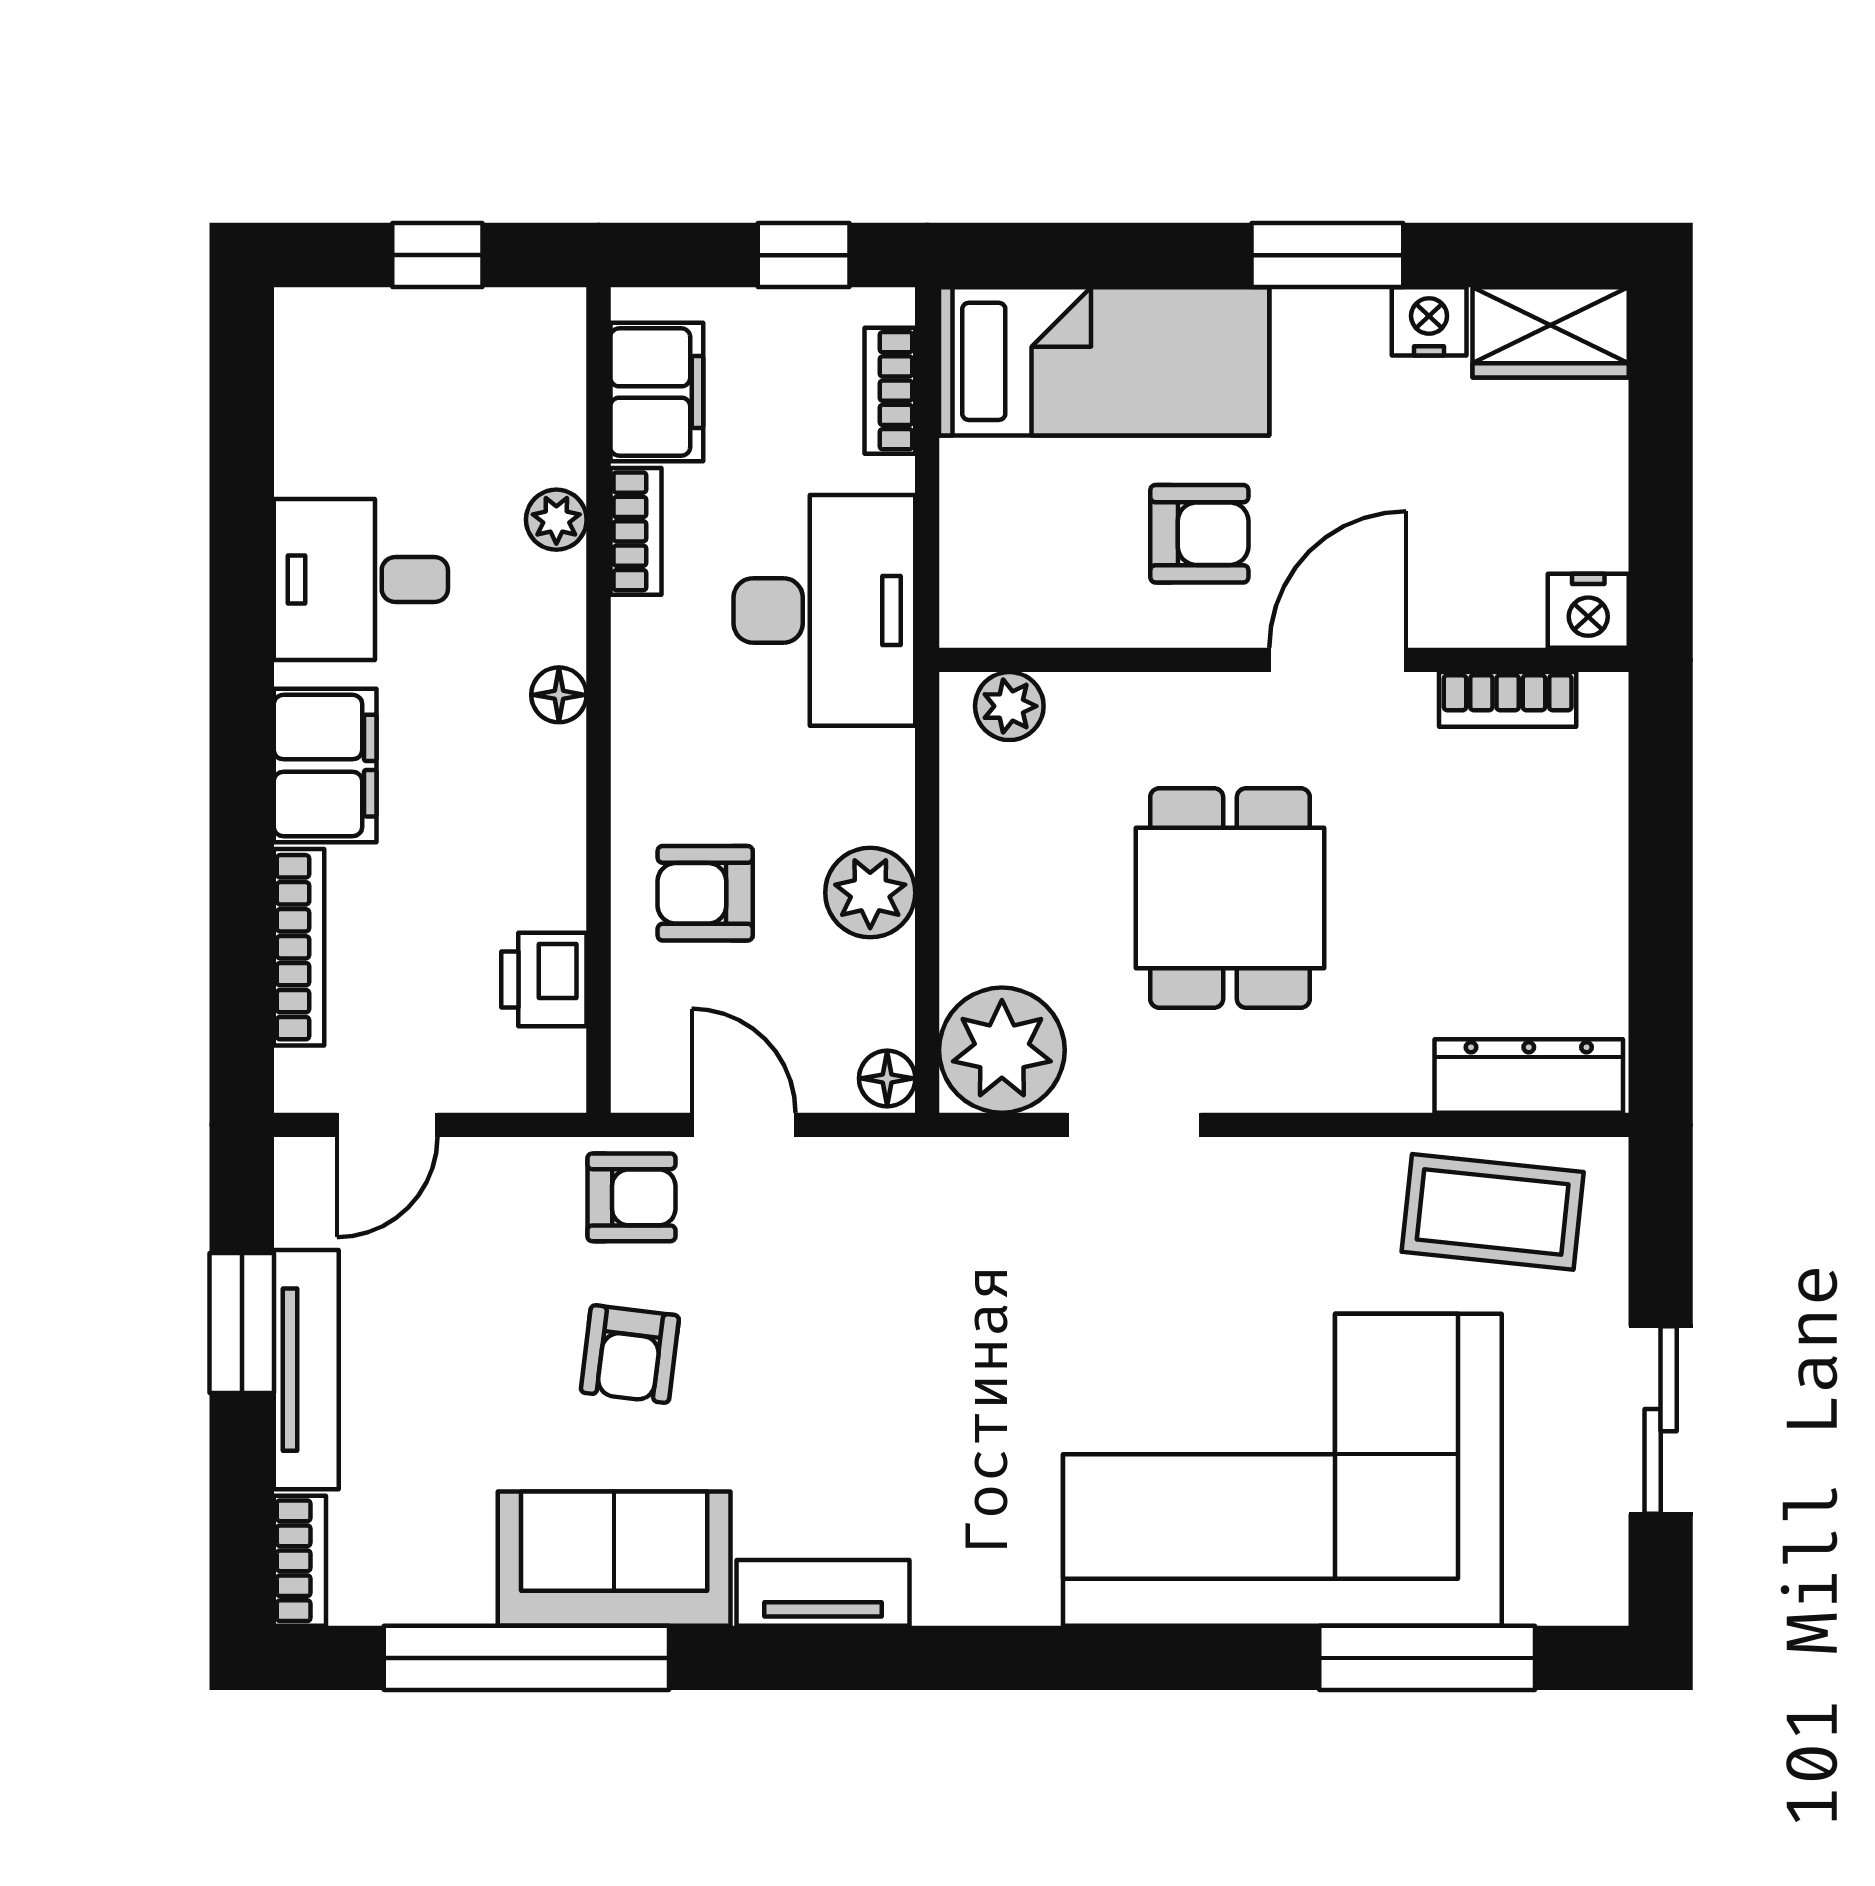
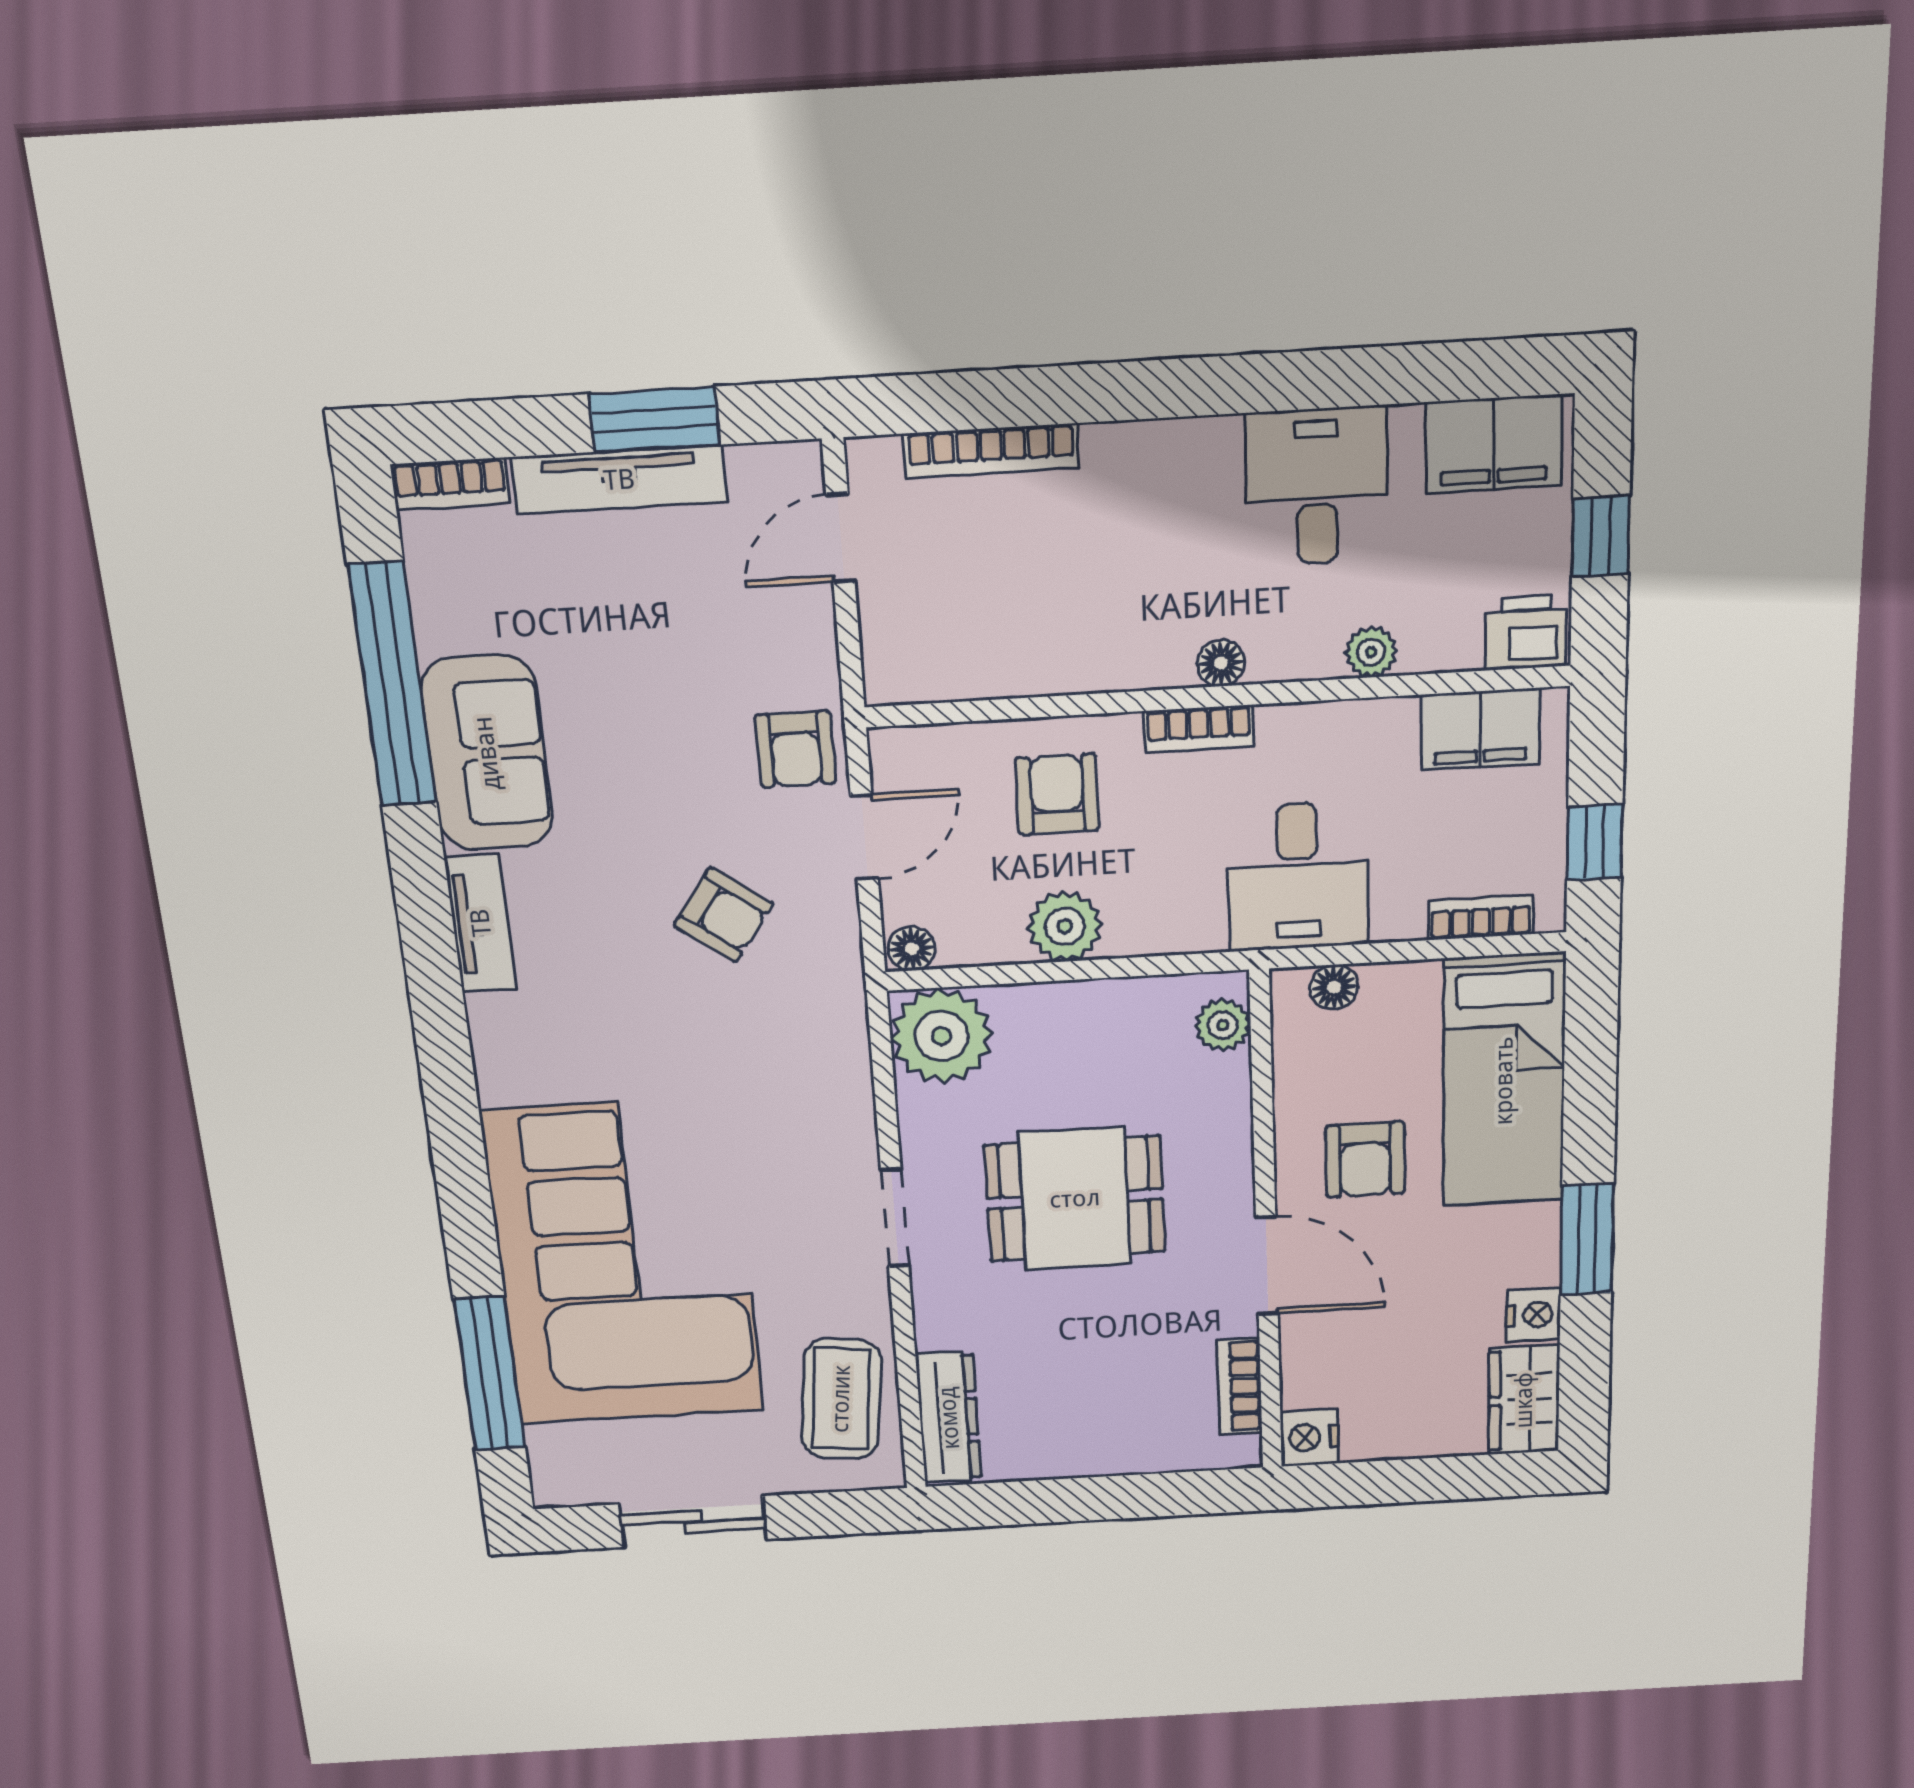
bookcase: (636, 531) -> (1199, 729), moved
floor lamp: (968, 569) -> (1334, 987), added
desk: (824, 610) -> (1298, 876), width x0.73
filing cabinet: (325, 766) -> (1494, 444), moved
printer: (544, 979) -> (1526, 632), moved
door: (387, 1125) -> (841, 538), hinge flipped
doorway: (1134, 1125) -> (895, 1218), moved
armchair: (630, 1354) -> (723, 915), moved, turned -151

